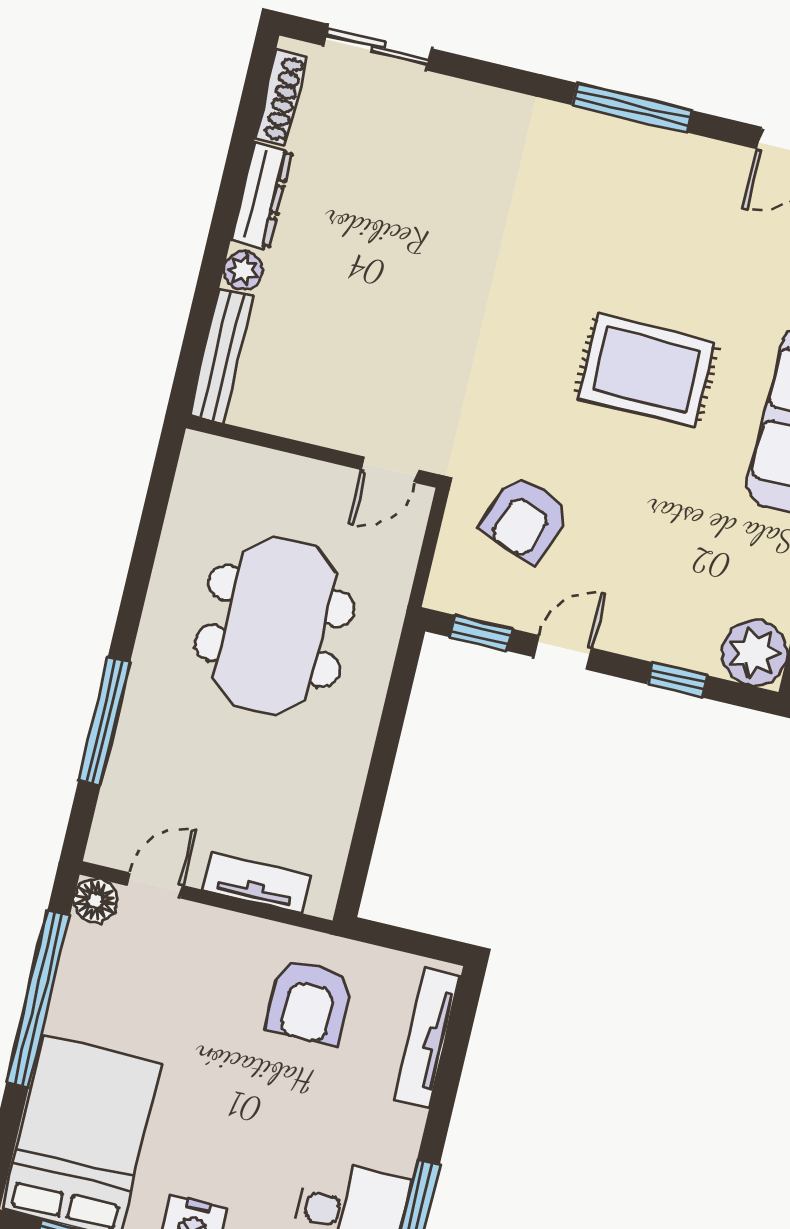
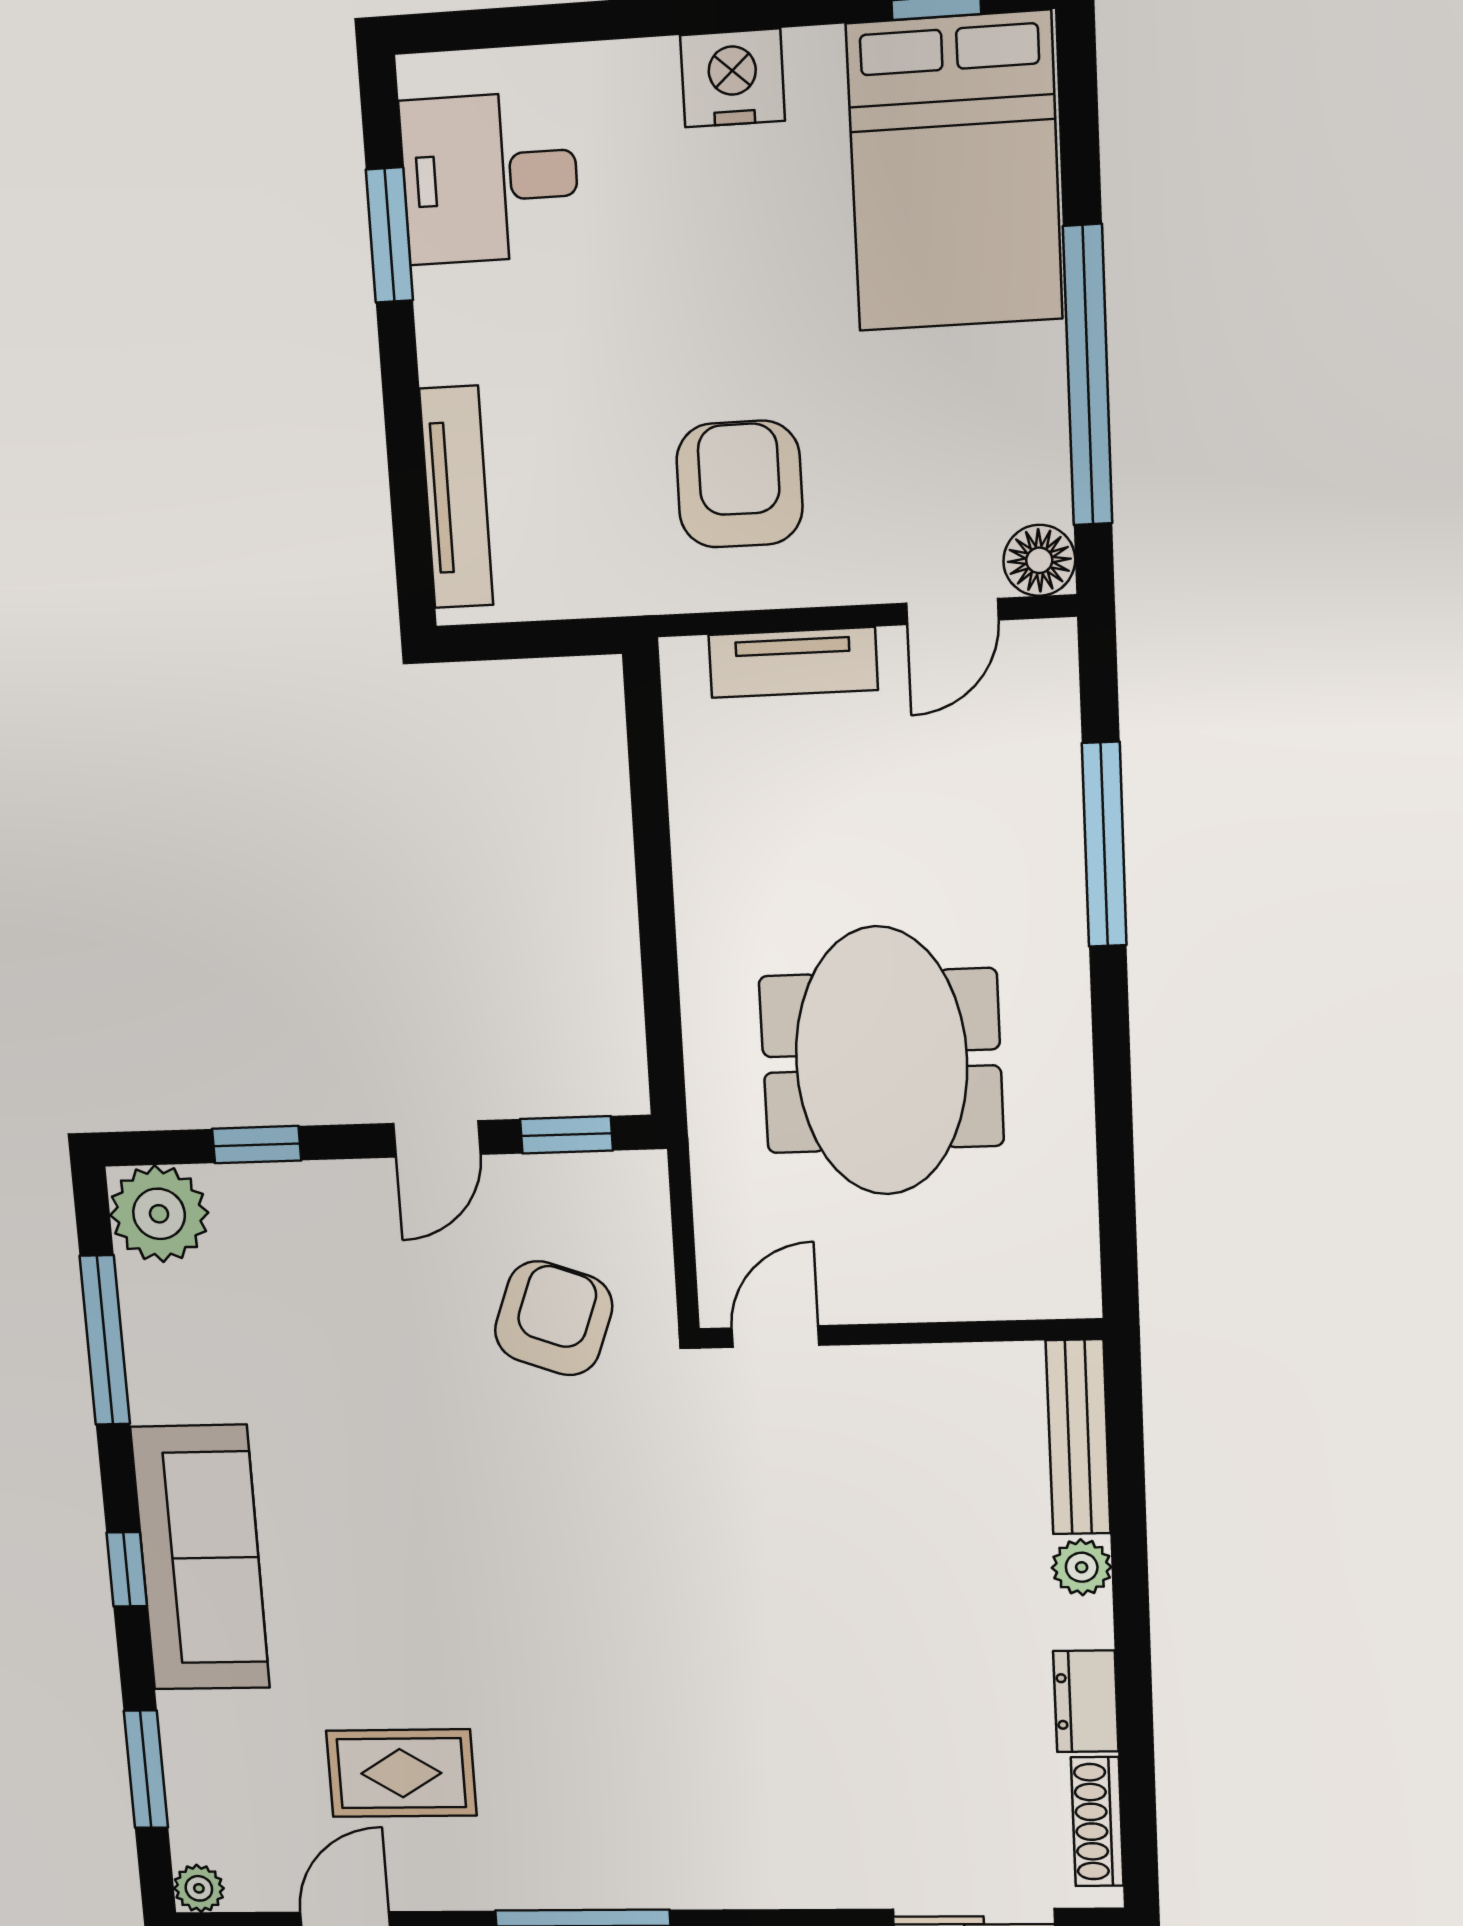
dresser: (261, 196) -> (1086, 1701), width x0.70
rug: (647, 370) -> (401, 1773), moved, width x0.73, depth x0.70
armchair: (310, 1002) -> (739, 484), moved

